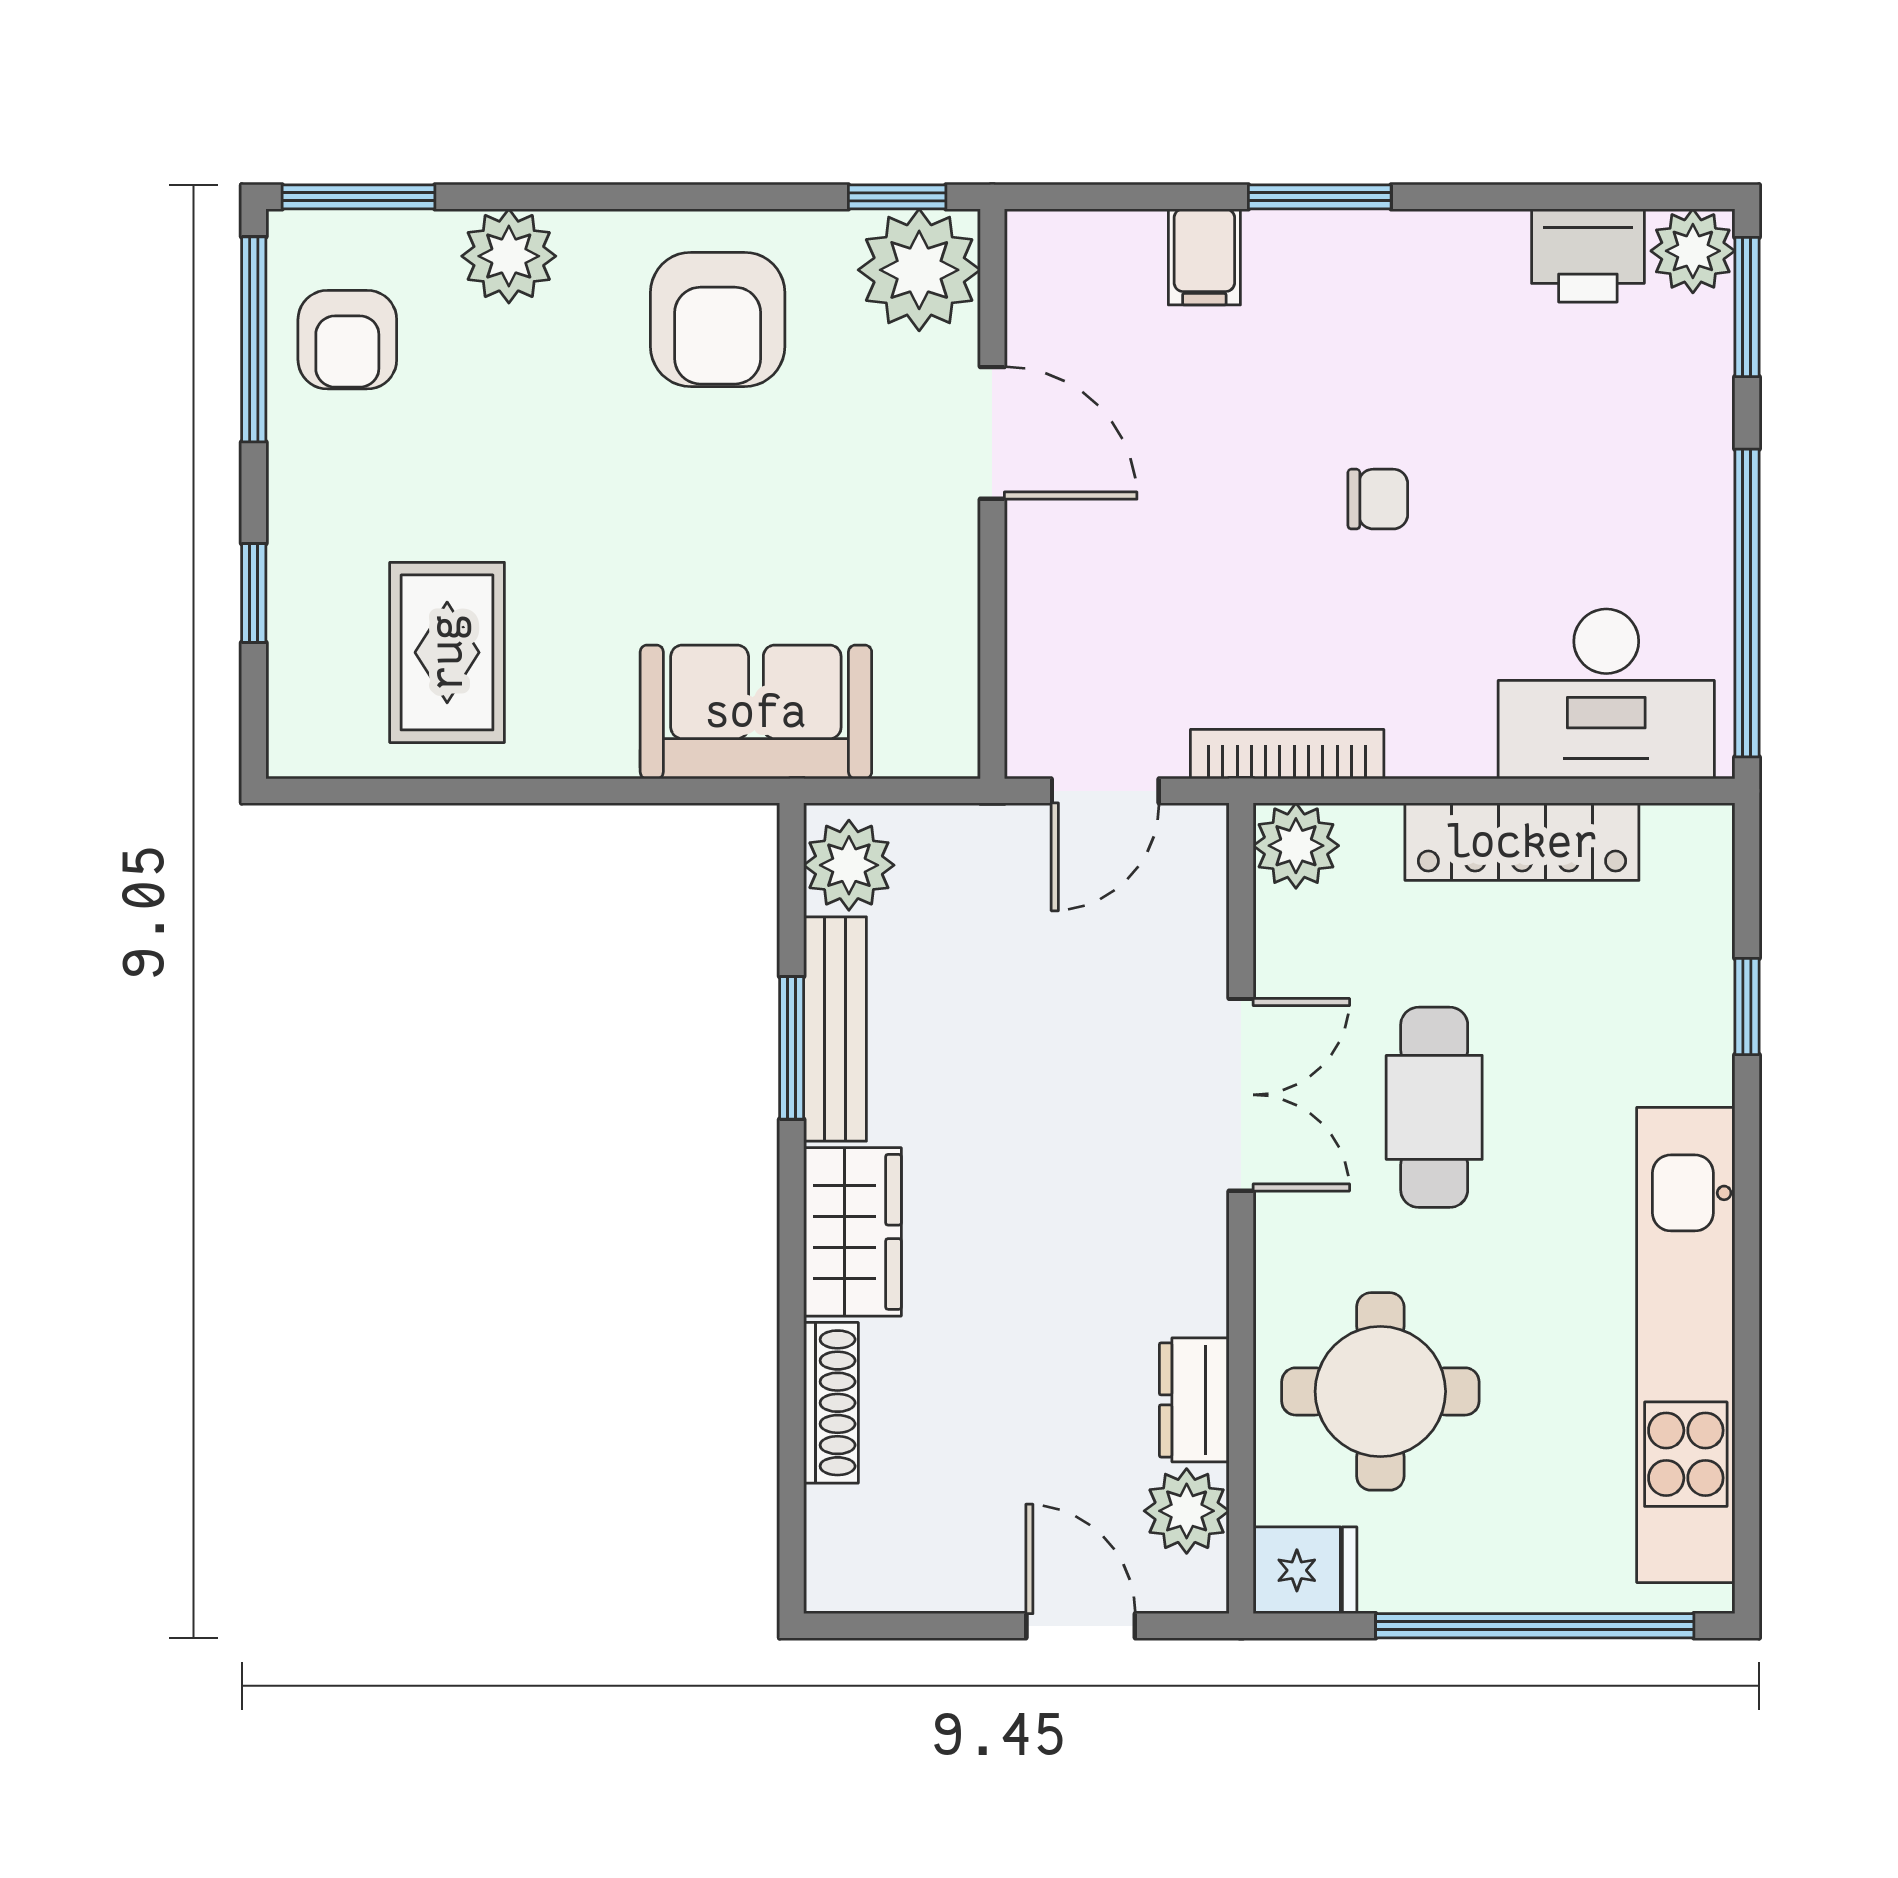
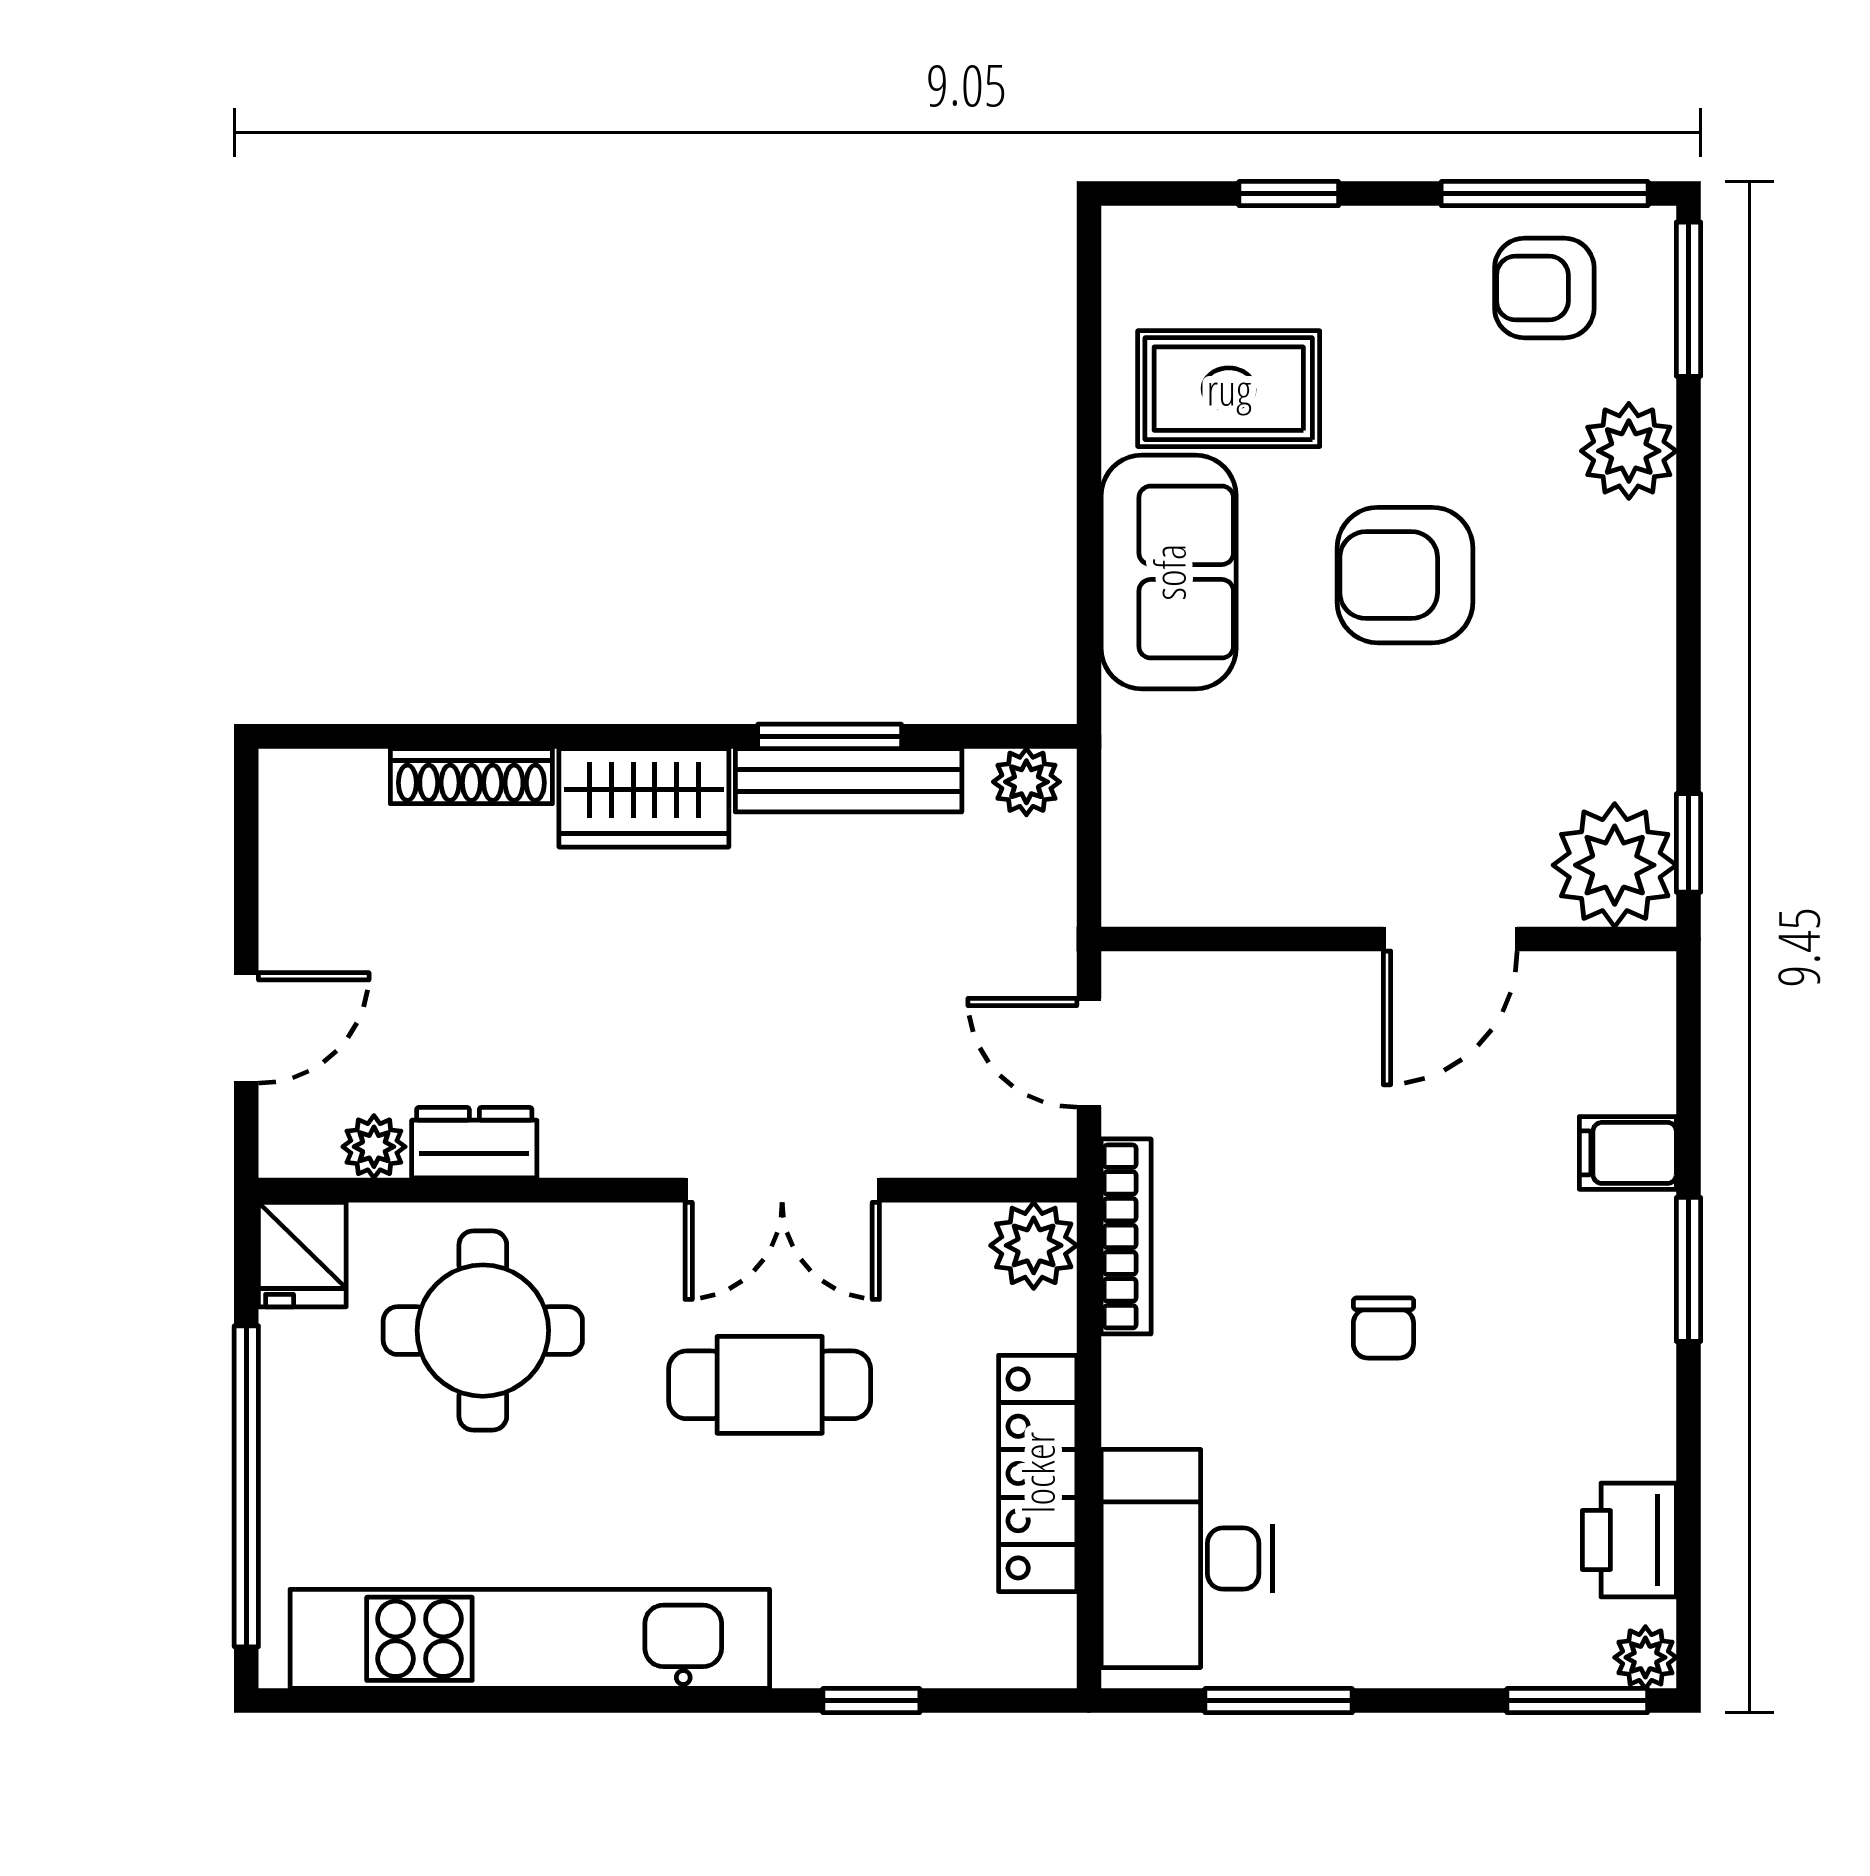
plant: (1693, 251) -> (1645, 1657), width x0.73, depth x0.73
armchair: (718, 319) -> (1405, 575), moved
window: (1747, 603) -> (1279, 1701), width x0.47
sofa: (756, 712) -> (1169, 572), moved
plant: (849, 865) -> (1026, 782), width x0.73, depth x0.73
plant: (1187, 1511) -> (374, 1147), width x0.73, depth x0.73

